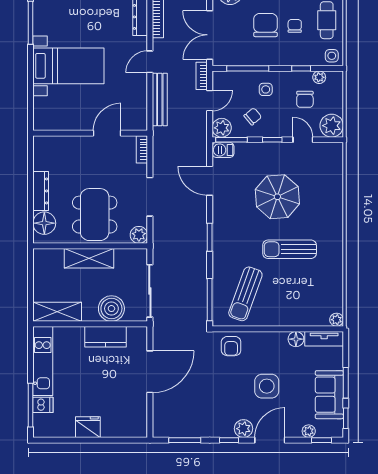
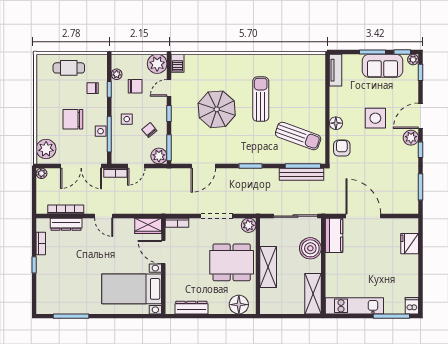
chair: (295, 26) -> (93, 88), moved
side table: (332, 56) -> (101, 131), moved
bed with nightstands: (68, 66) -> (132, 289), moved, turned -90
bench: (160, 100) -> (301, 174), moved
door: (210, 101) -> (136, 166), swing flipped
wardrobe: (138, 115) -> (148, 226), added
barbecue: (223, 150) -> (178, 63), moved
dresser: (41, 191) -> (191, 308), moved
sun lounger: (290, 249) -> (261, 99), turned 180
plant: (337, 320) -> (320, 60), removed
kitchen counter: (106, 337) -> (334, 235), moved
floor lamp: (296, 339) -> (336, 123), moved
armchair: (231, 346) -> (342, 148), turned -90
dishwasher: (43, 405) -> (412, 306), moved
fridge: (88, 427) -> (410, 244), moved
plant: (309, 431) -> (413, 59), moved
door: (270, 440) -> (421, 116), hinge flipped

